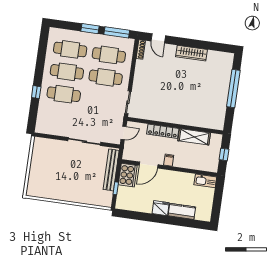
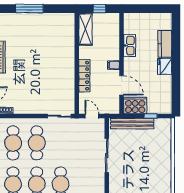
window: (233, 88) -> (29, 9), width x0.68
shelving: (194, 137) -> (86, 29), moved
kitchen sink: (205, 181) -> (130, 45), moved

